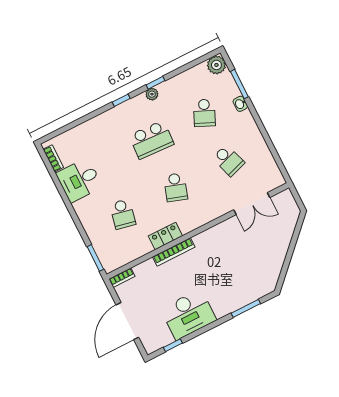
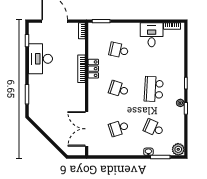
double door: (252, 204) -> (87, 129), width x1.37

